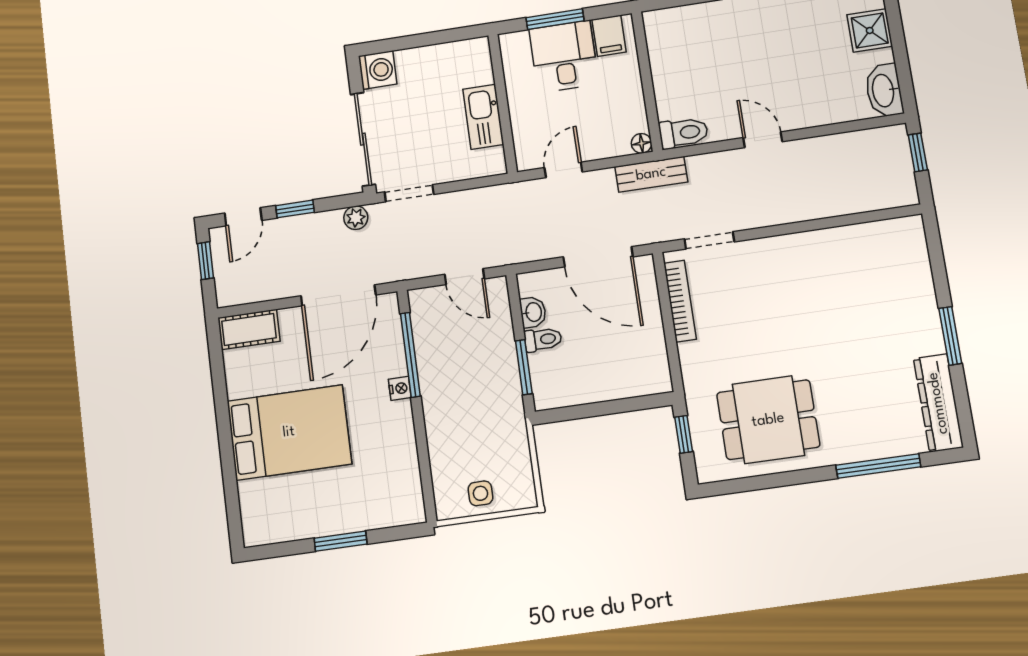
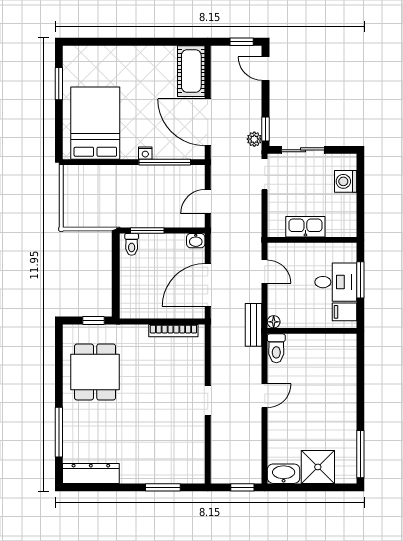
shower: (870, 30) -> (318, 467), width x1.36, depth x1.36
washing machine: (378, 70) -> (346, 181), moved, turned 90
sliding door: (363, 139) -> (303, 150), width x0.73
window: (295, 209) -> (266, 129), moved
doorway: (709, 240) -> (208, 401), moved
washbasin: (533, 312) -> (196, 241), moved
cot: (249, 330) -> (191, 71), width x1.37, depth x1.34
window: (950, 336) -> (163, 487), moved
toilet: (543, 339) -> (132, 244), moved
bed: (289, 432) -> (95, 123), moved, turned 180
side table: (480, 493) -> (76, 194), removed
window: (340, 541) -> (59, 84), moved

